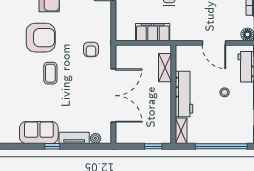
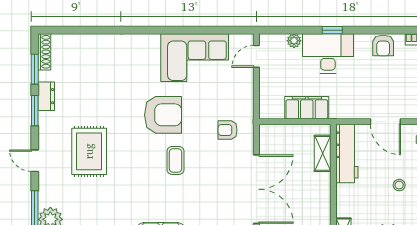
armchair: (91, 49) -> (228, 130), turned 90
workbench: (184, 94) -> (347, 154), moved

